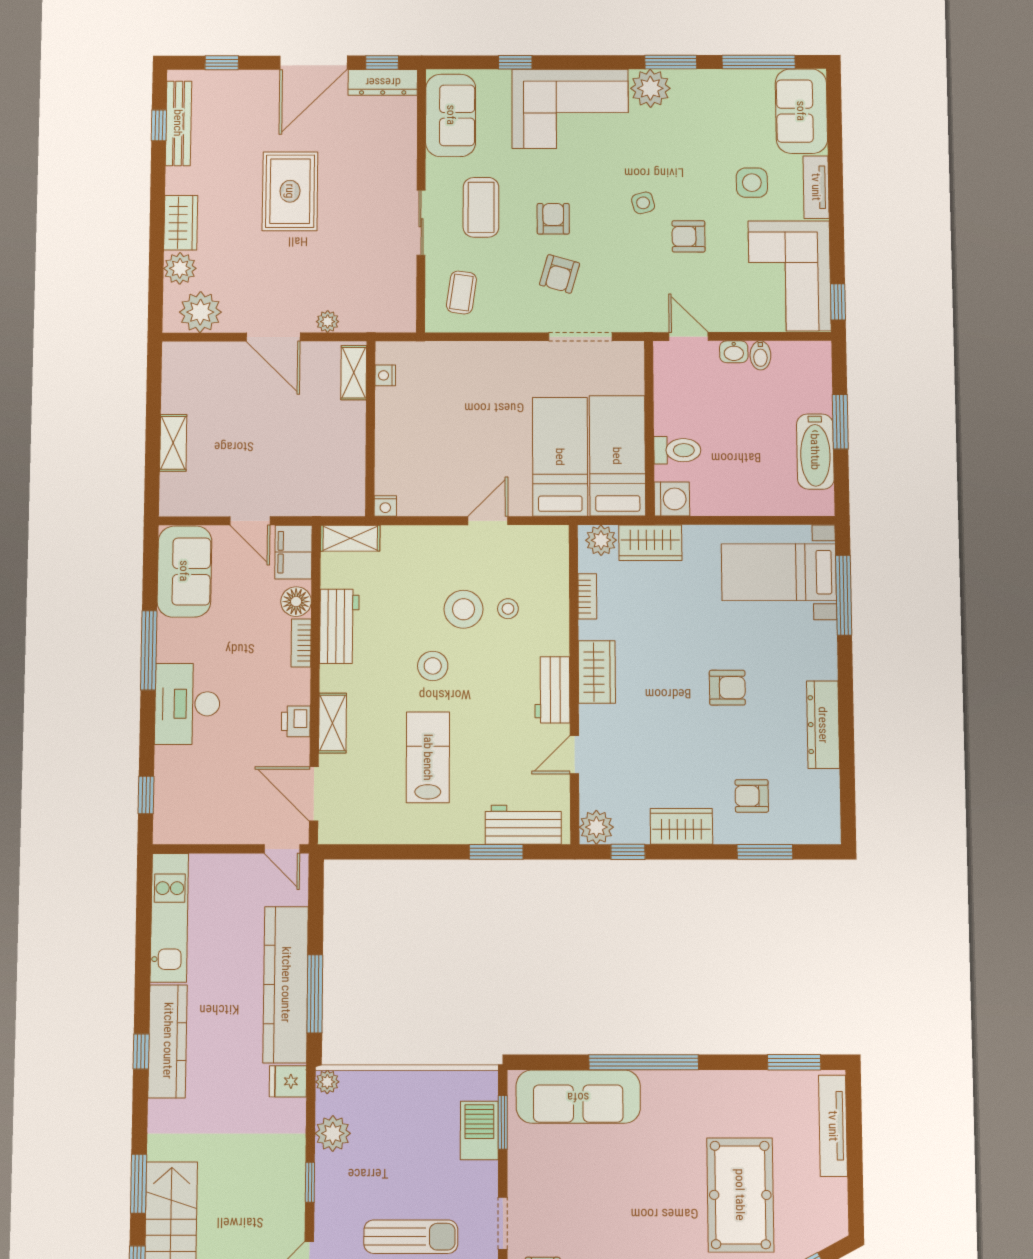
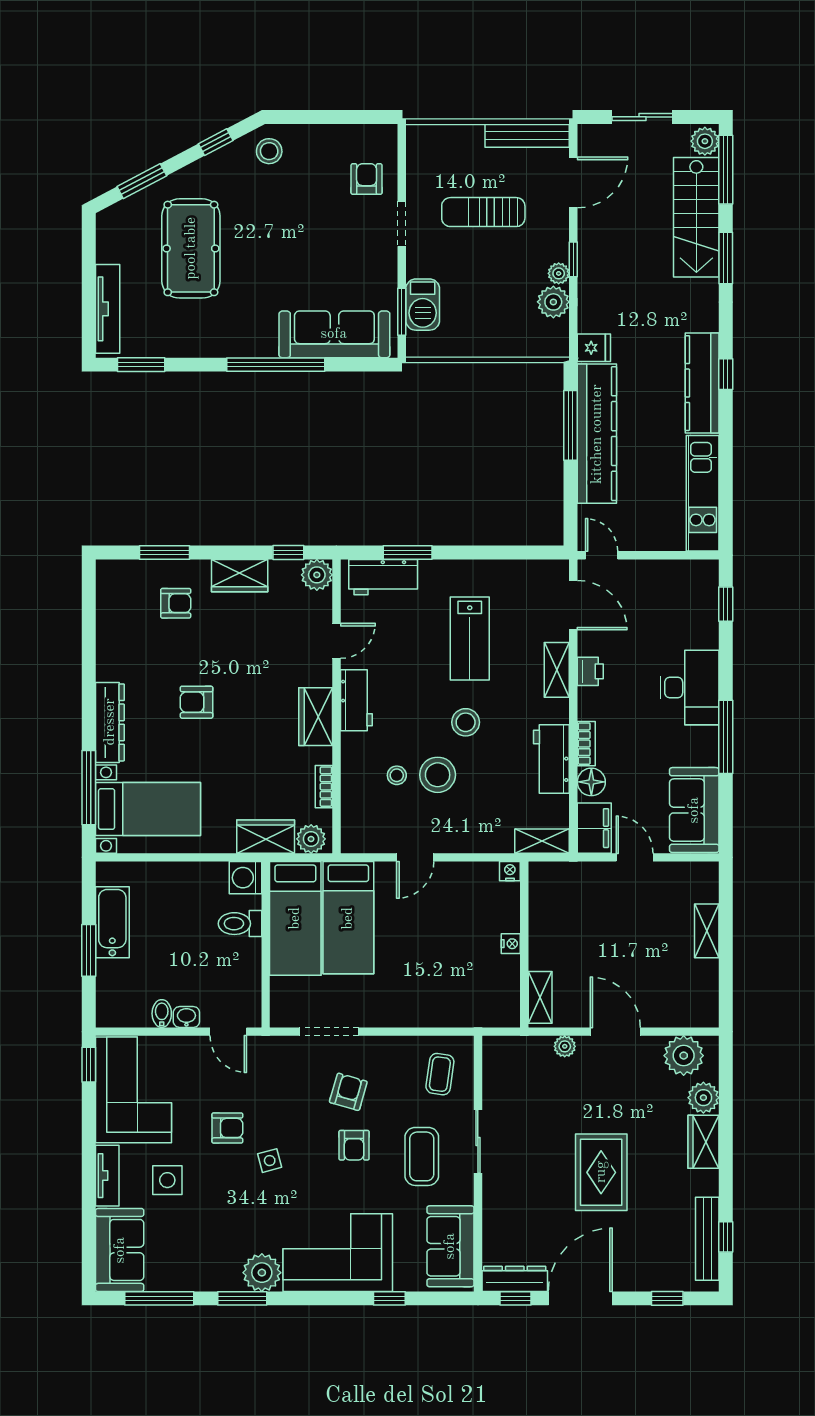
nightstand: (385, 375) -> (511, 944), moved
dresser: (823, 725) -> (110, 722), moved
plant: (327, 1082) -> (559, 273), moved

